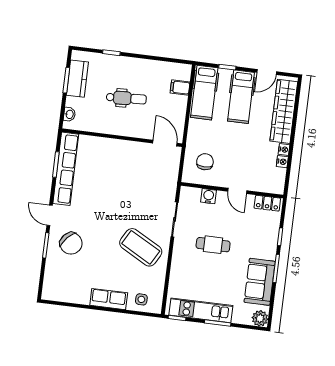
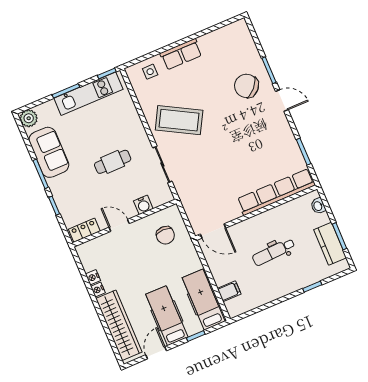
row of seats: (66, 169) -> (276, 192), moved, turned 90

